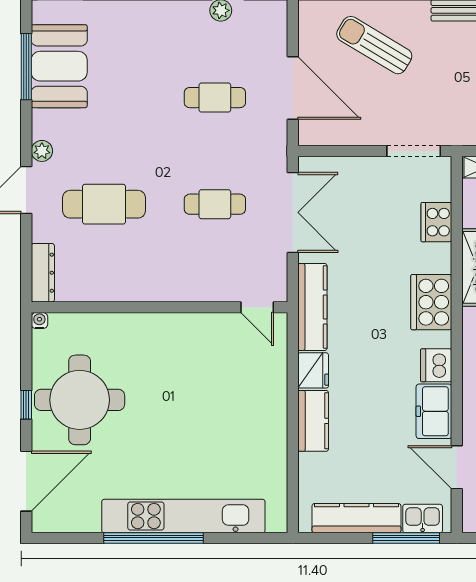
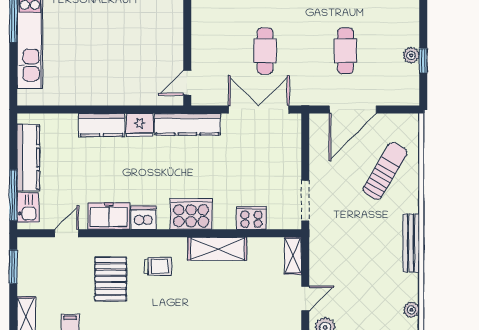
double door: (293, 212) -> (259, 110), swing flipped
door: (457, 467) -> (67, 233), width x0.73

